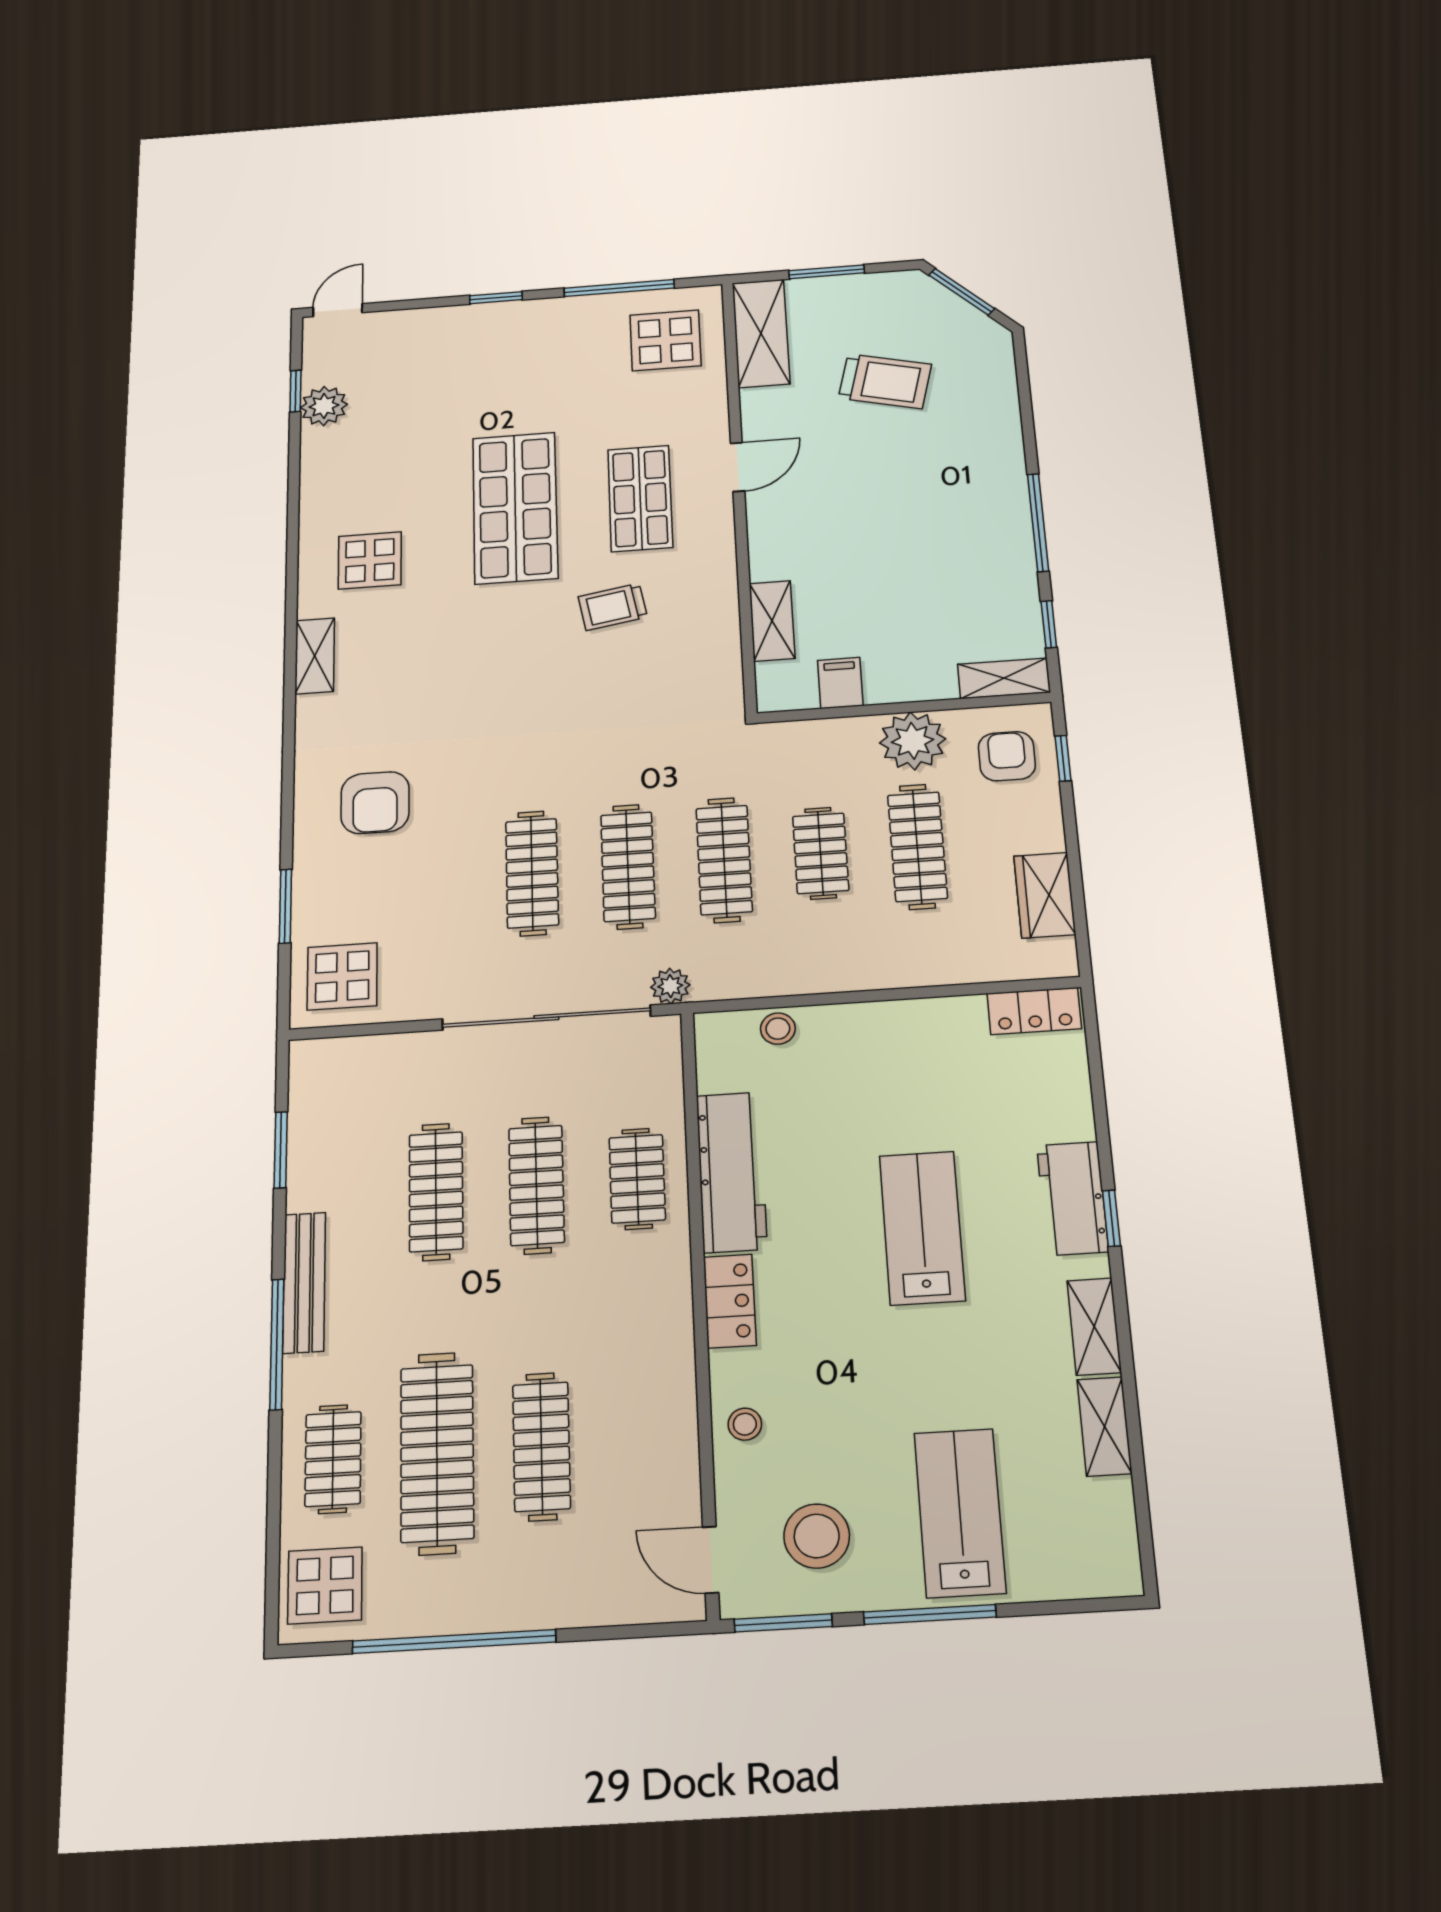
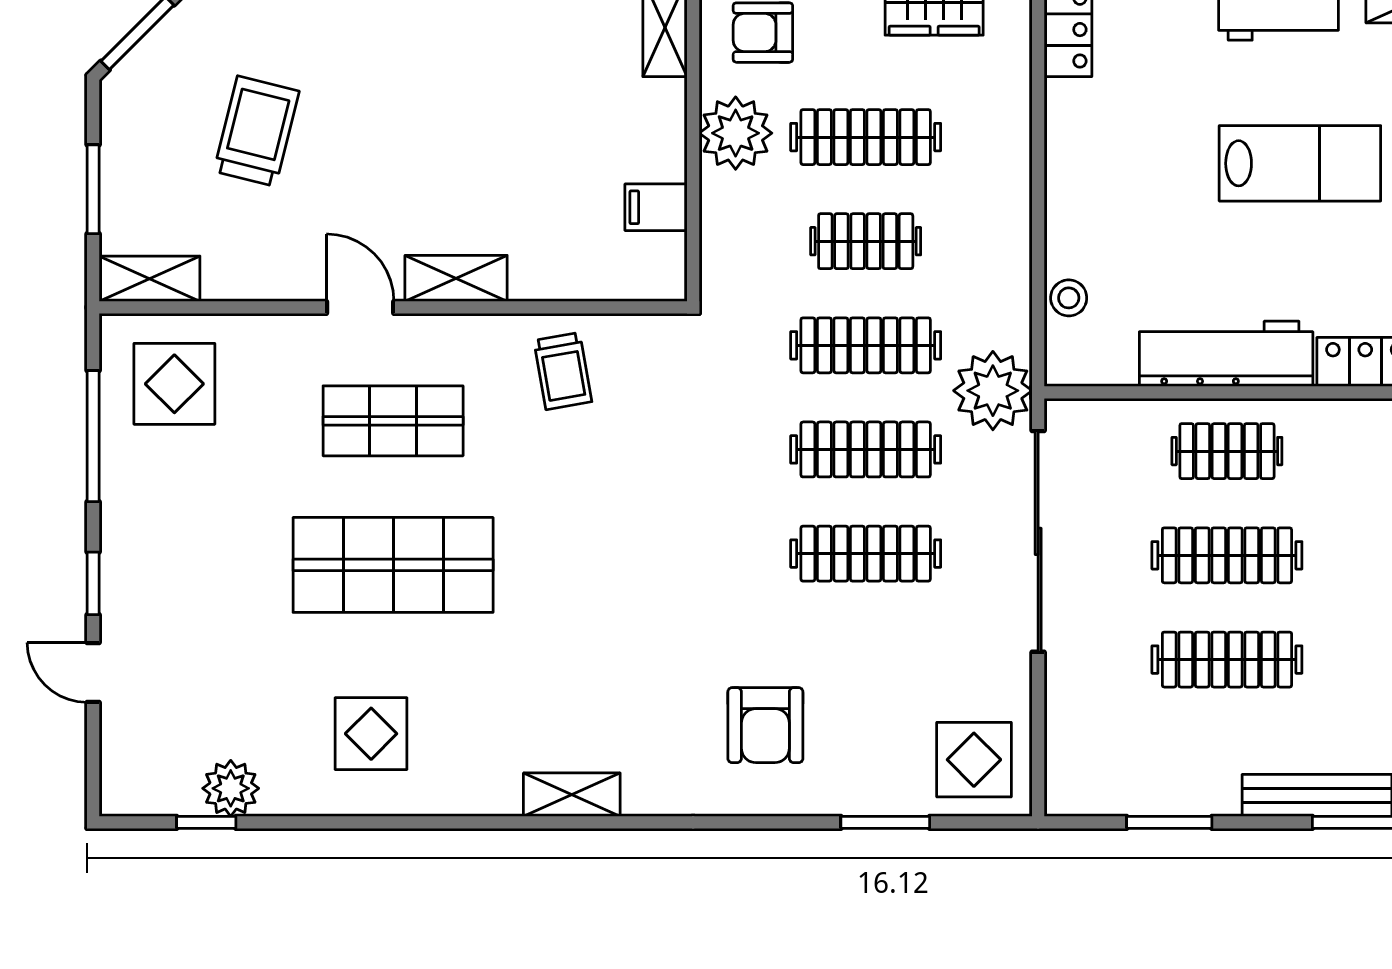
door: (338, 310) -> (93, 672), moved
shelving: (761, 333) -> (149, 279), width x0.67, depth x0.75
display table: (370, 560) -> (371, 734), moved
trolley: (613, 607) -> (563, 371), moved
shelving: (772, 621) -> (456, 278), moved
armchair: (375, 803) -> (765, 725), turned 90
plant: (670, 986) -> (993, 391), width x1.88, depth x1.88
lab bench: (922, 1228) -> (1300, 163), turned 180

